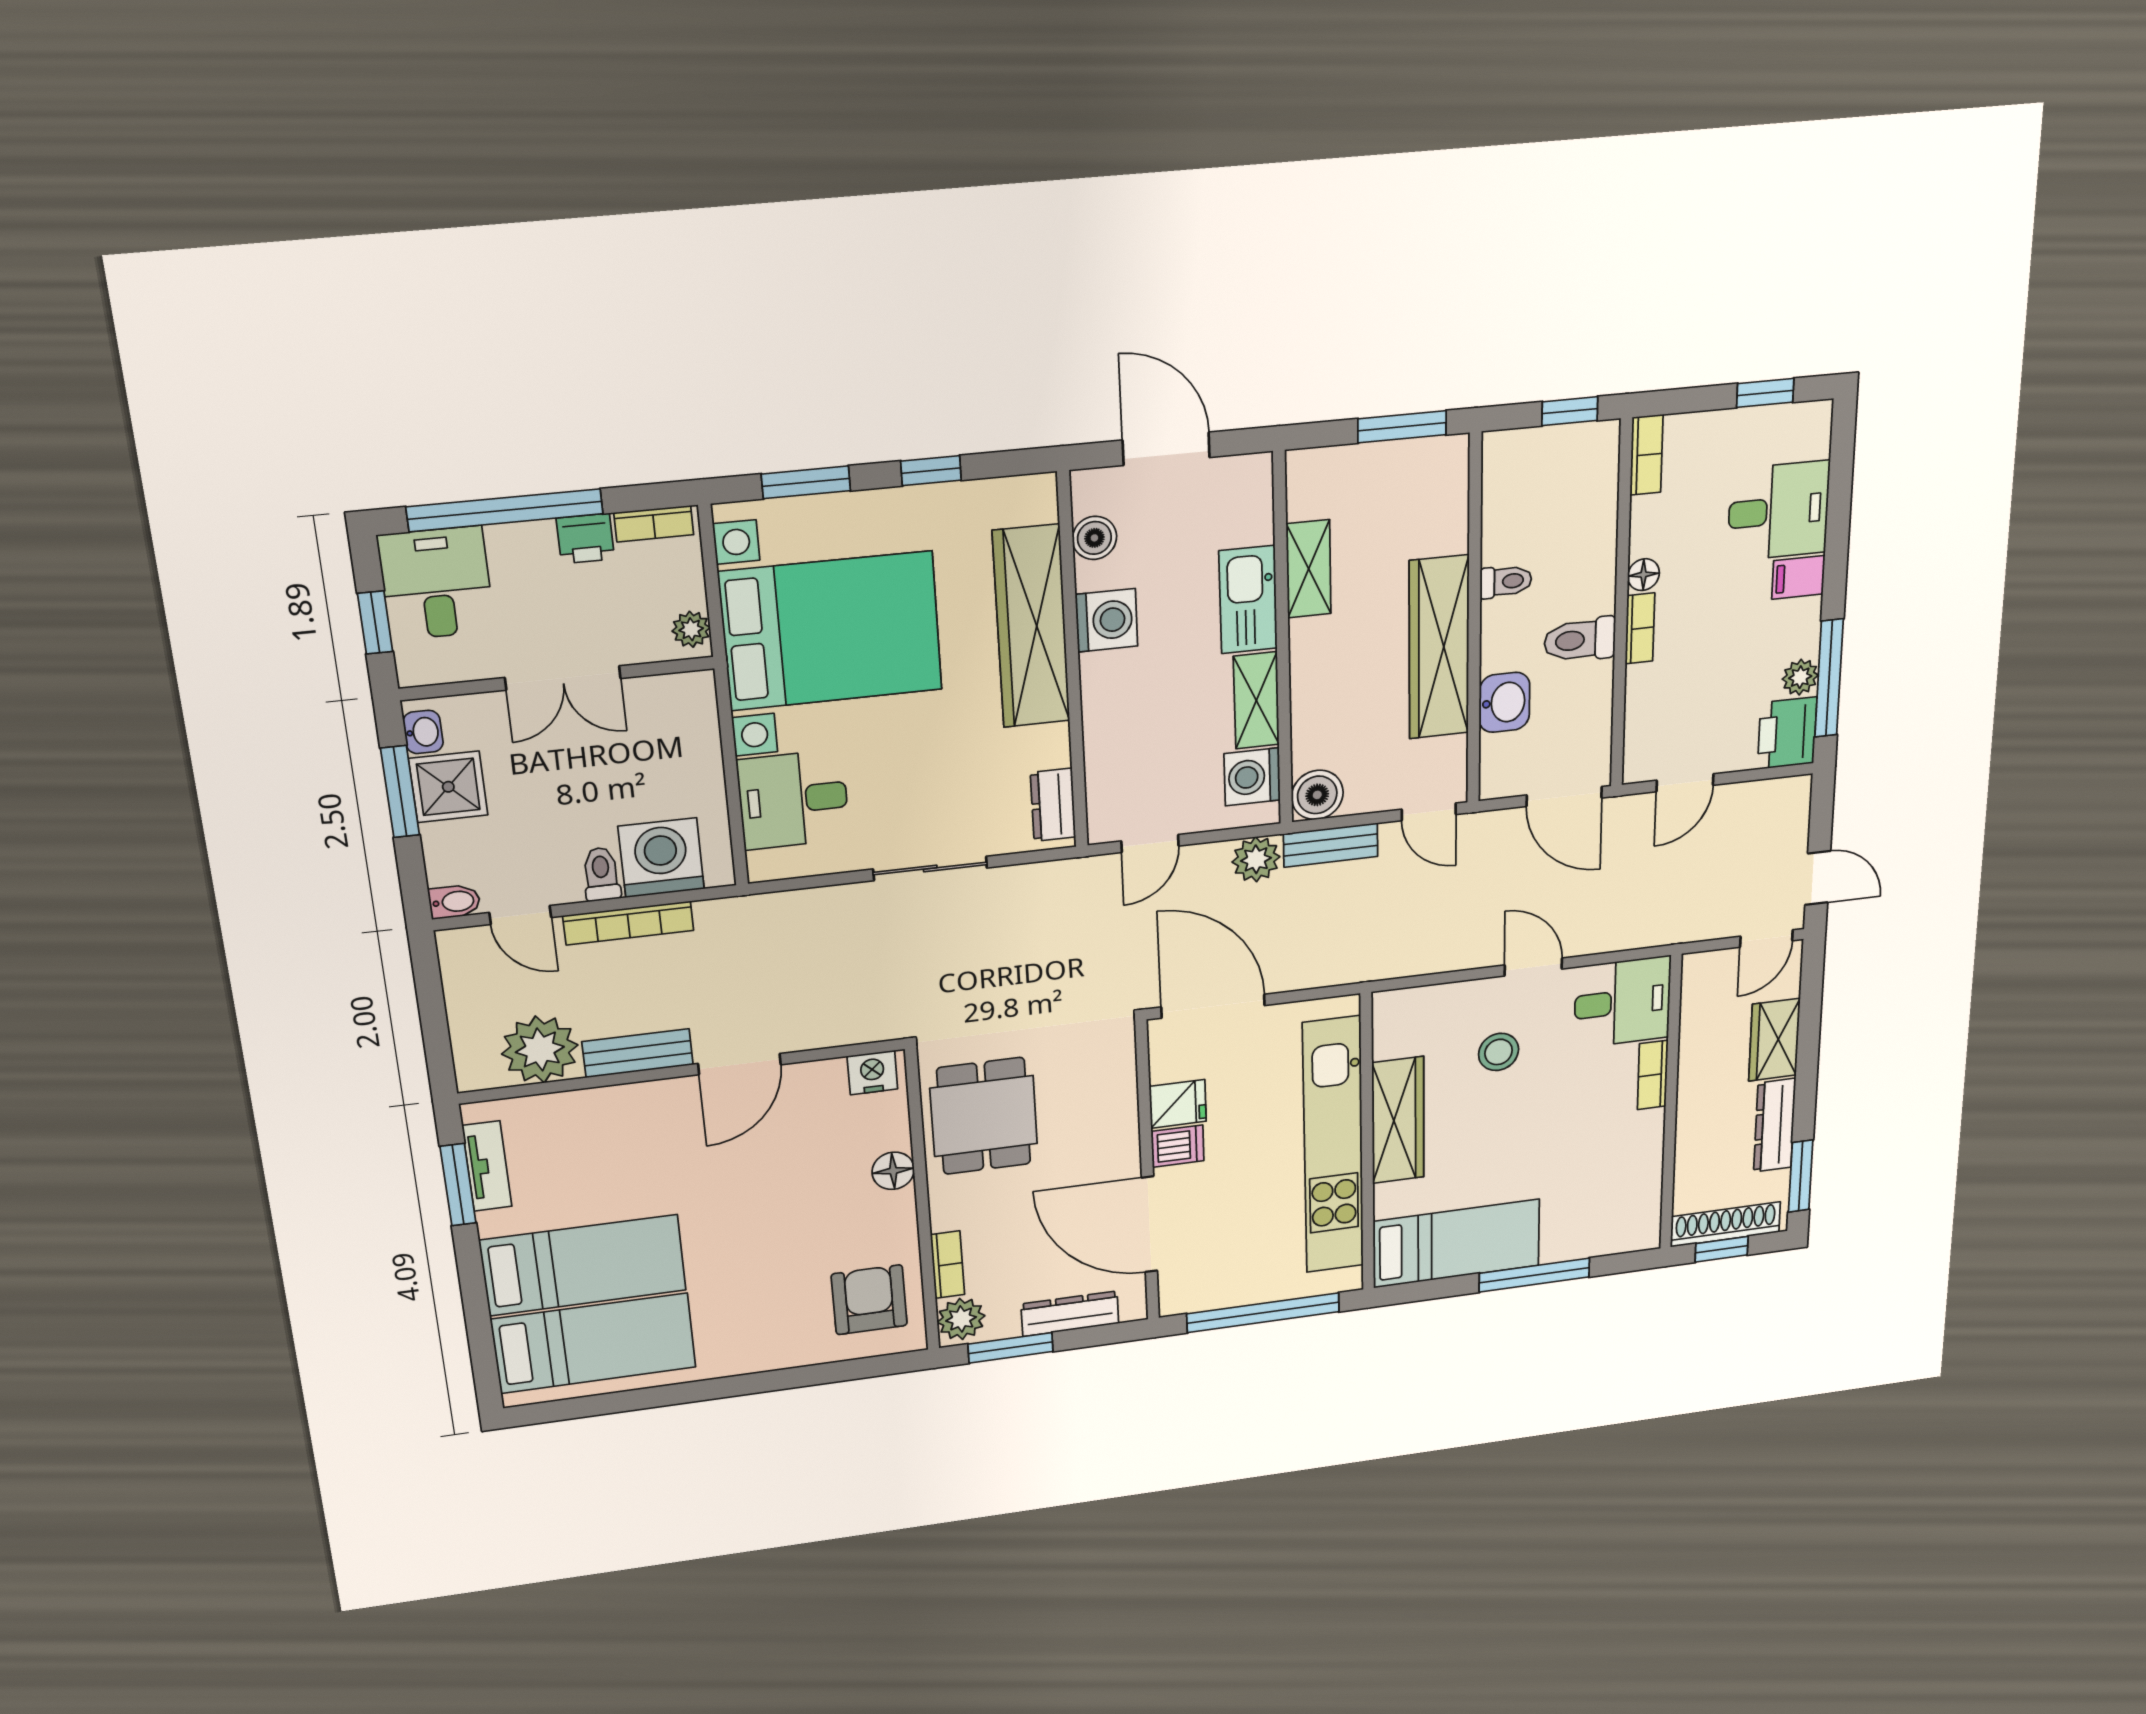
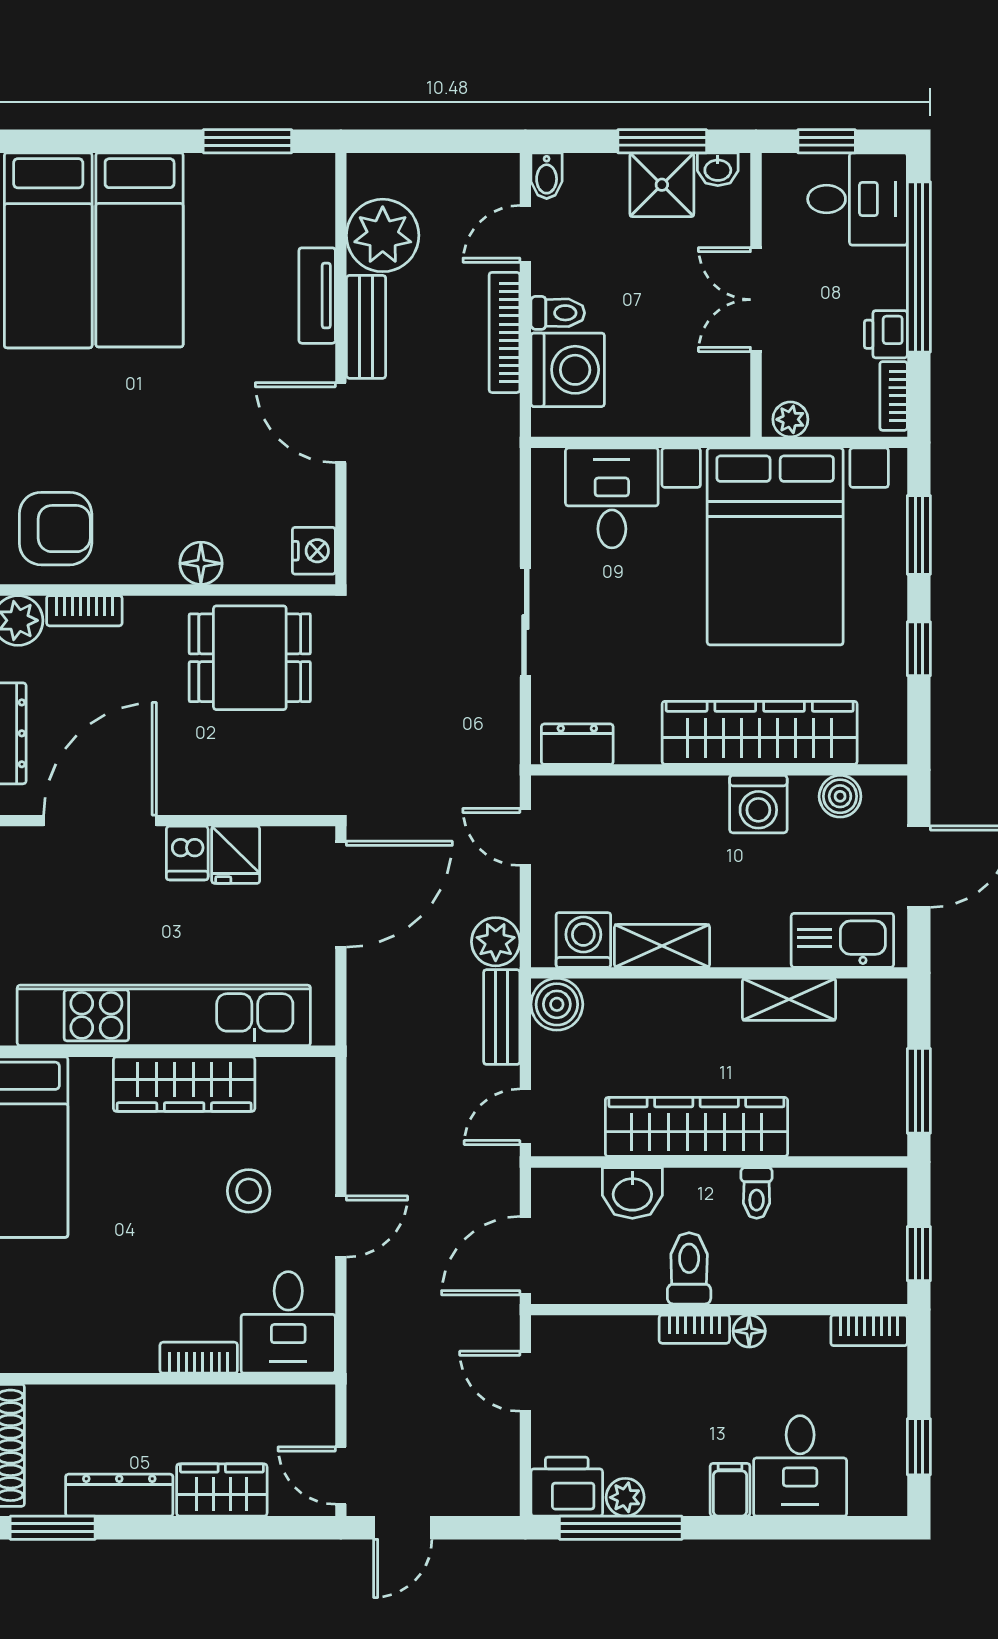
kitchen sink: (1248, 600) -> (842, 940), moved
tv unit: (487, 1166) -> (317, 296), moved, turned 90

